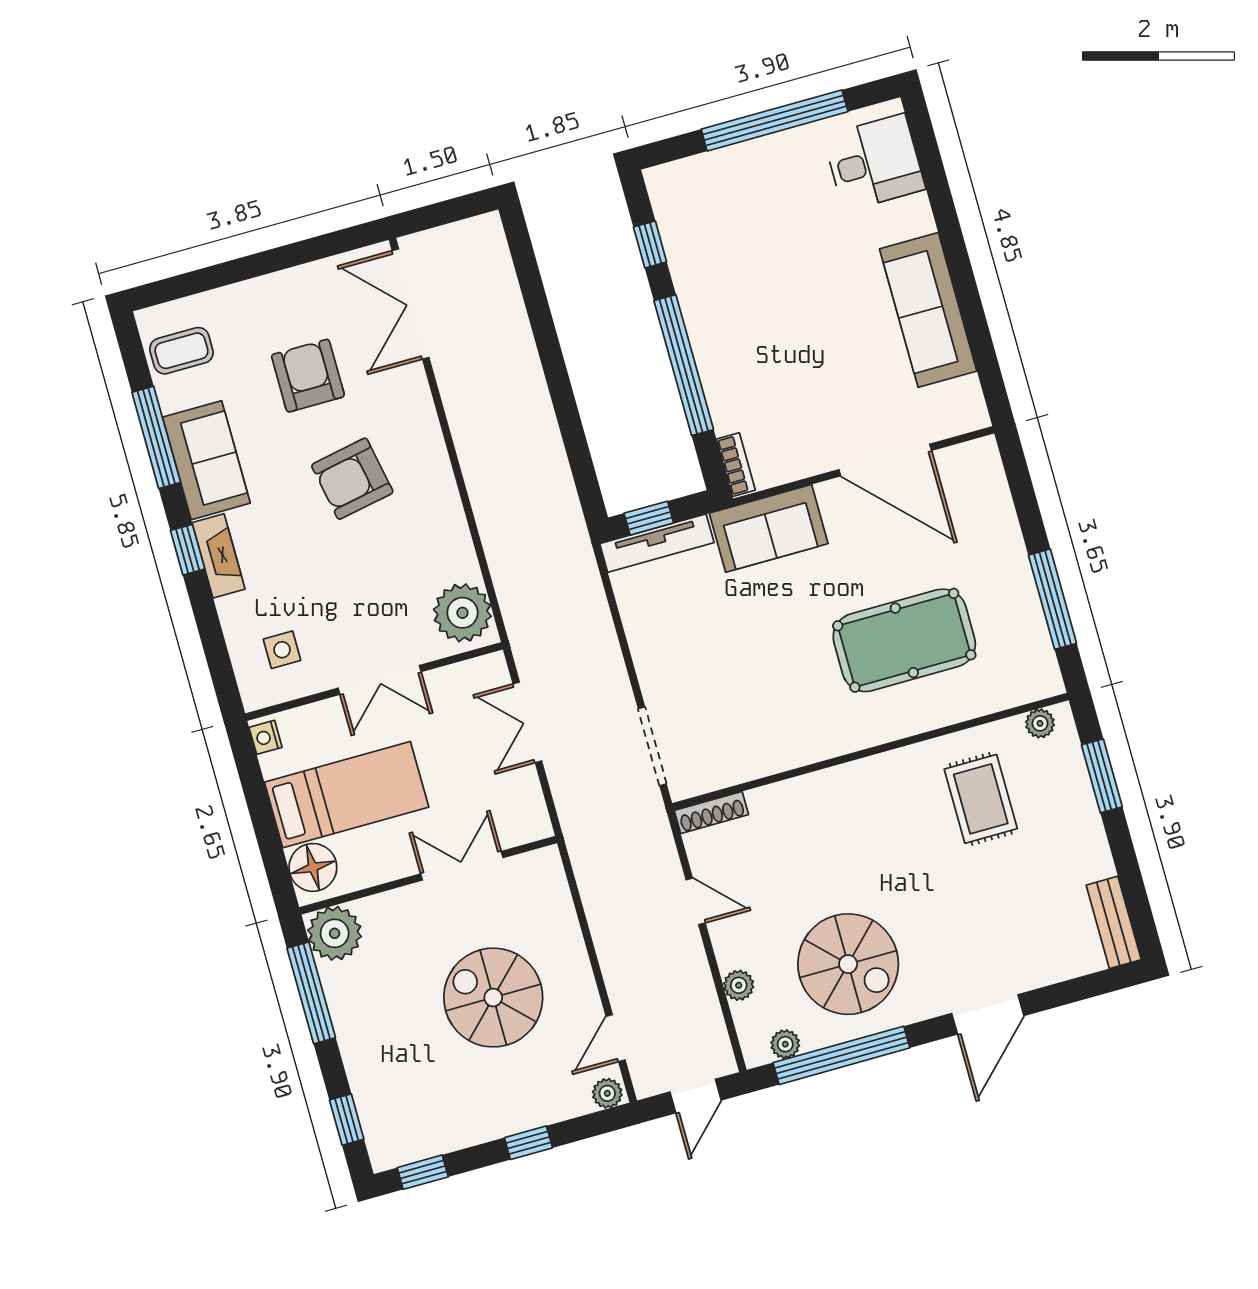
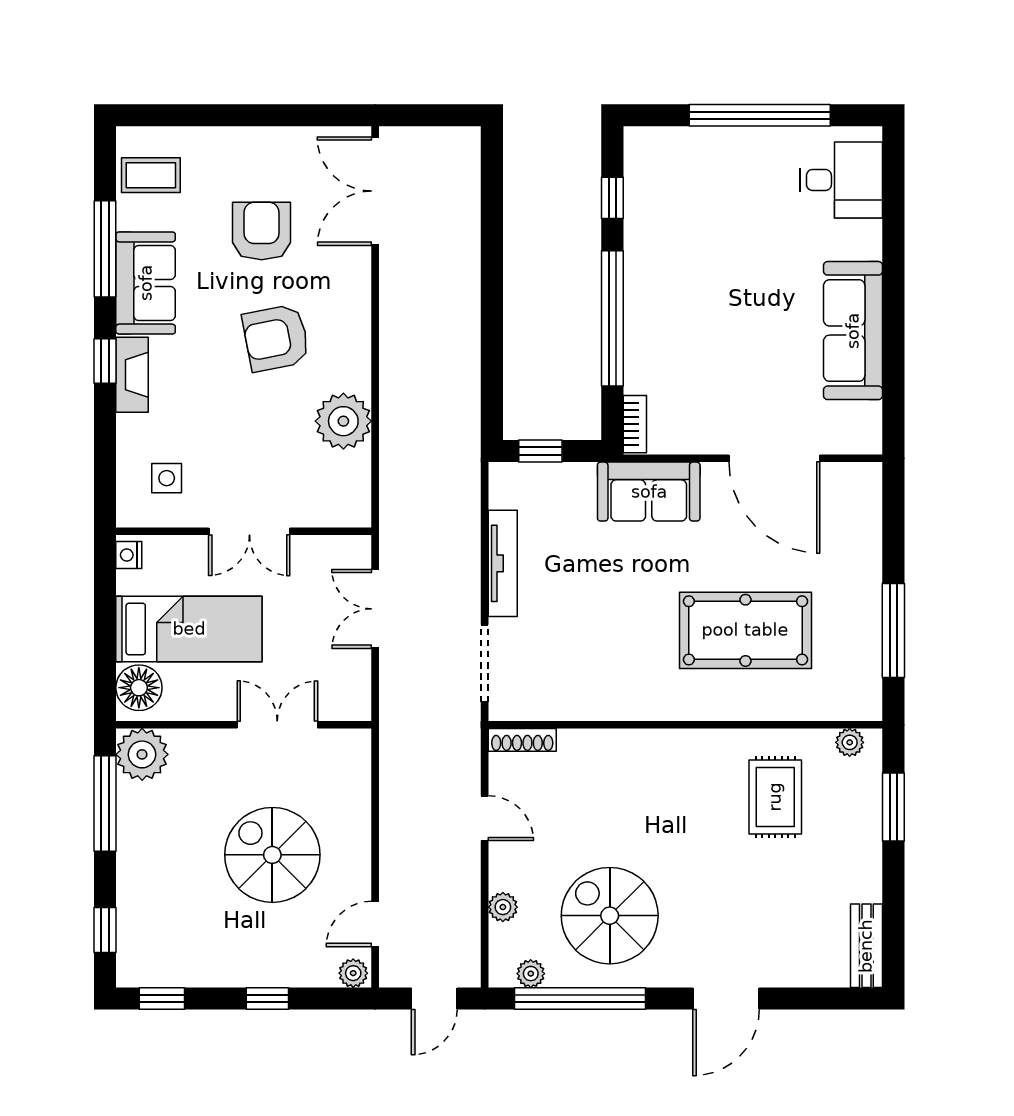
tv unit: (657, 543) -> (503, 563), moved, turned -90
plant: (462, 613) -> (343, 421), moved
spiral stairs: (848, 964) -> (610, 916), turned 180

